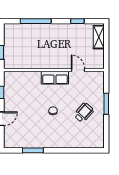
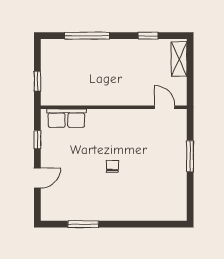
door: (78, 70) -> (165, 107), moved
row of seats: (55, 78) -> (66, 118), moved
wheelchair: (84, 113) -> (157, 169), removed

